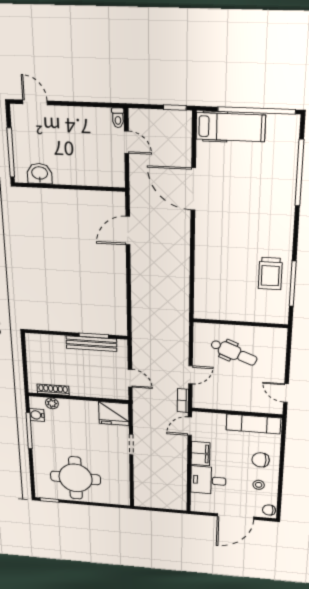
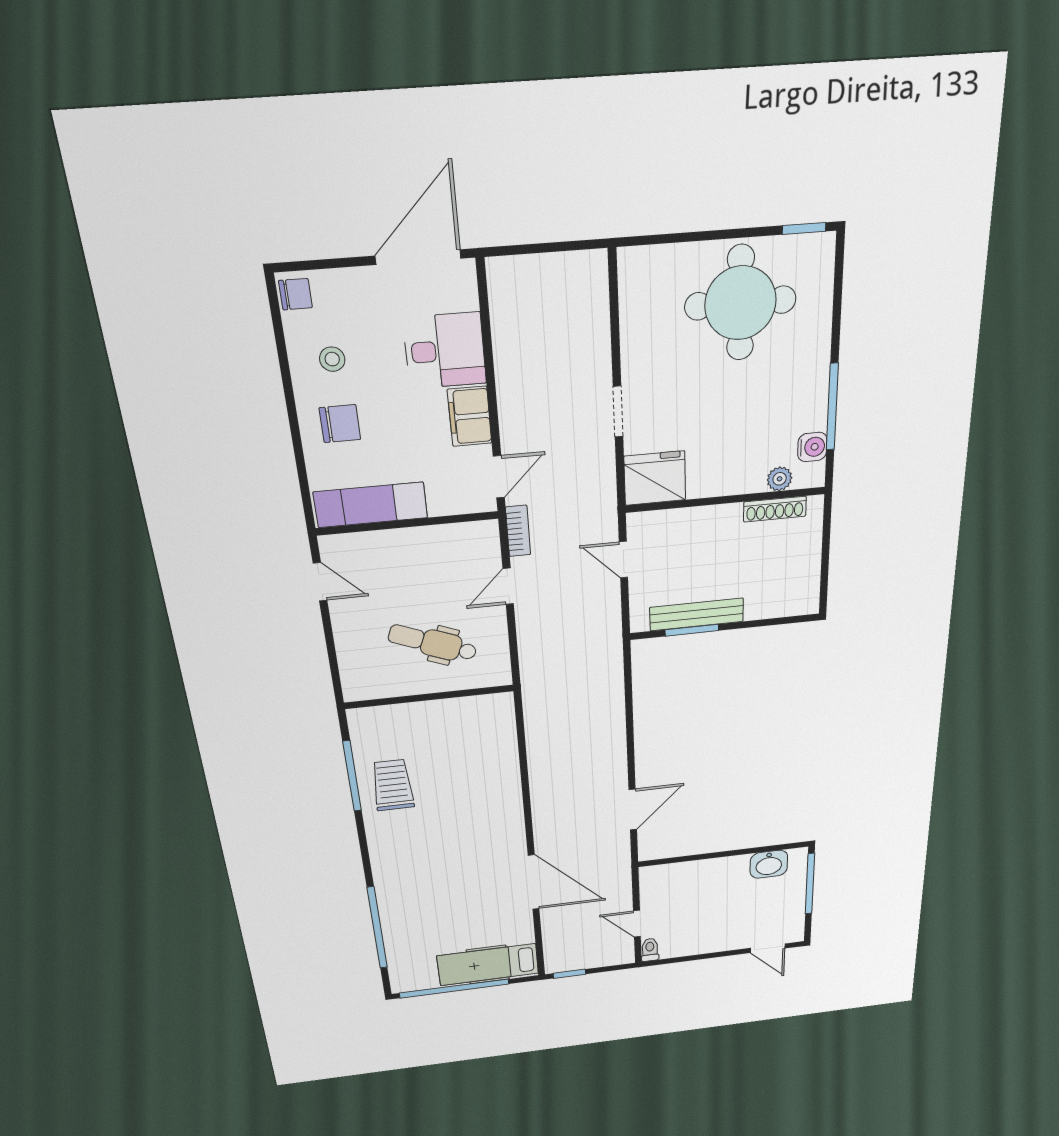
door: (235, 516) -> (418, 257), moved

